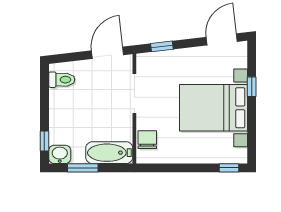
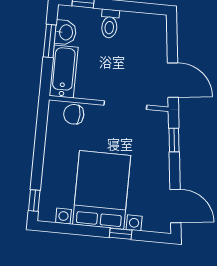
toilet: (62, 80) -> (110, 24), moved
chair: (147, 140) -> (74, 114), turned 180
washbasin: (60, 154) -> (65, 32), moved

